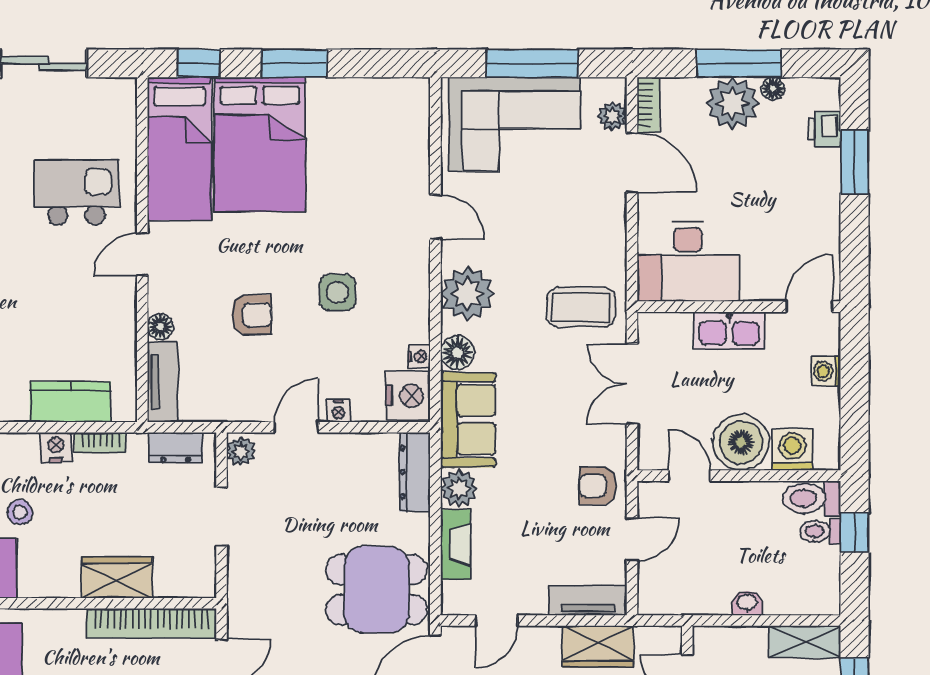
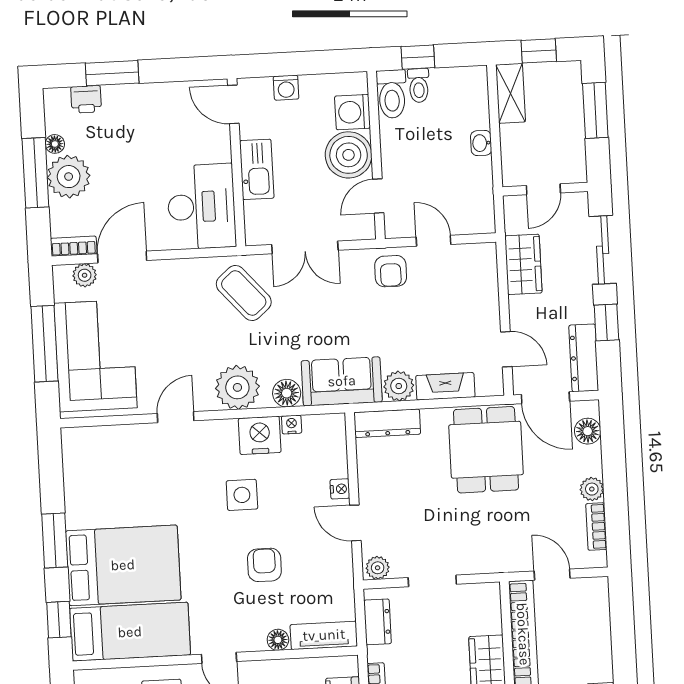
coffee table: (581, 307) -> (244, 293), turned -41
nightstand: (408, 396) -> (260, 435), moved
tv unit: (588, 600) -> (486, 275), removed

